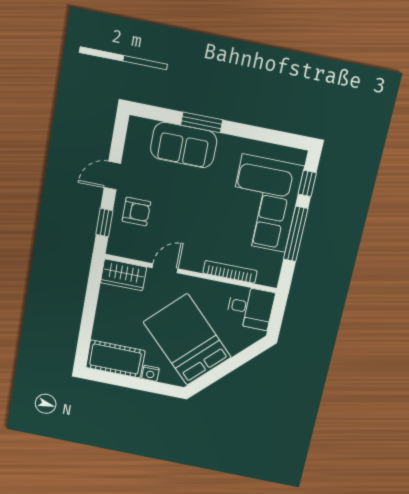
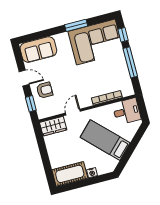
window: (202, 122) -> (76, 25), moved
sofa: (184, 145) -> (38, 49), moved
door: (112, 176) -> (24, 78), swing flipped
corner sofa: (264, 204) -> (96, 42), moved, turned -90
bed: (187, 340) -> (105, 140), width x0.67

